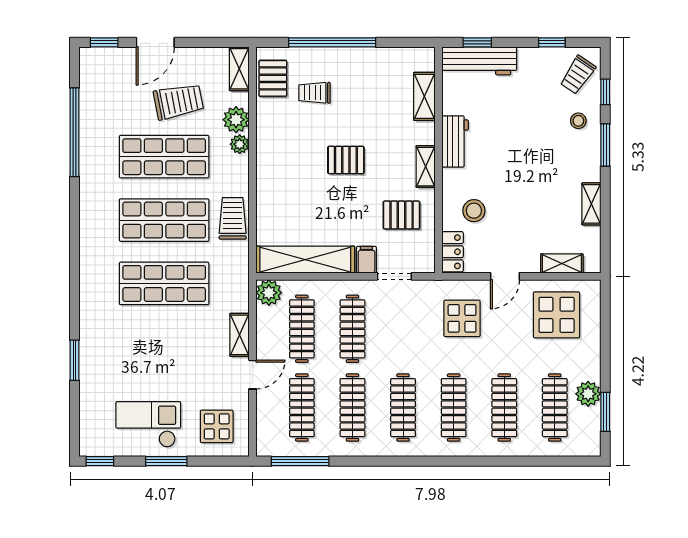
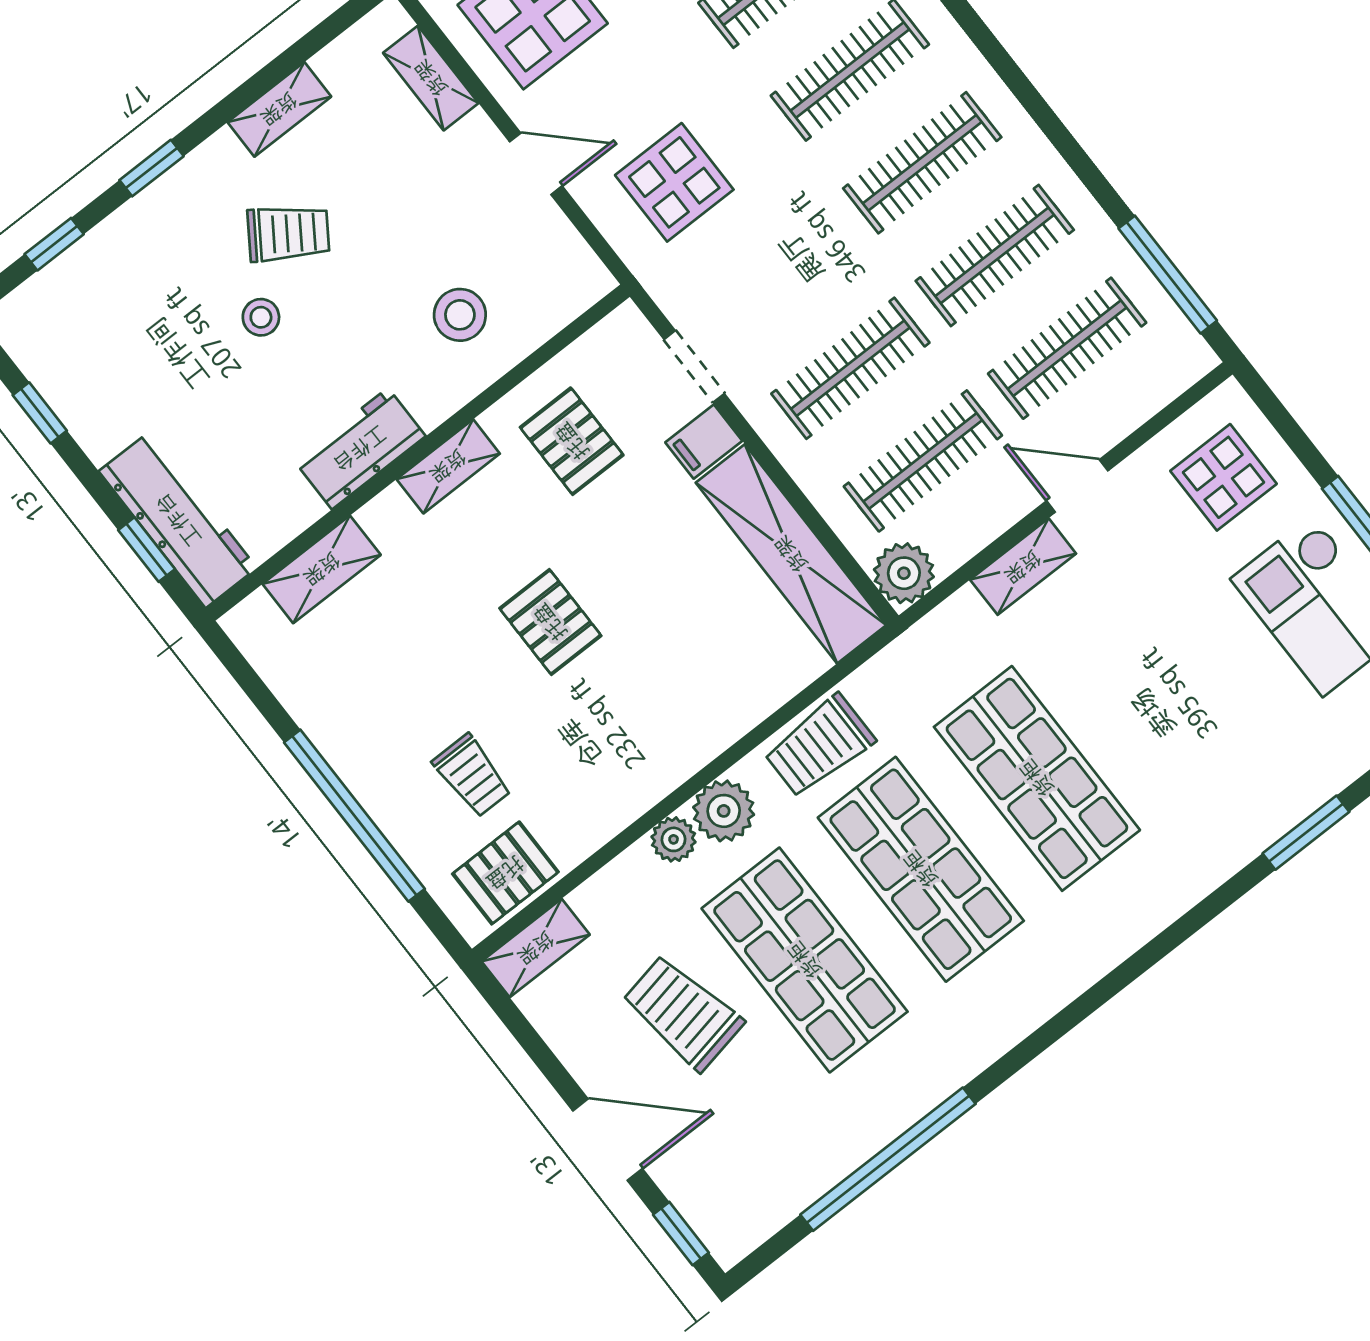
trolley: (578, 75) -> (288, 233), moved
plant: (236, 120) -> (724, 811), moved
stool: (578, 121) -> (261, 317), moved
window: (605, 145) -> (152, 168), width x0.67
locker: (453, 252) -> (566, 295), removed

